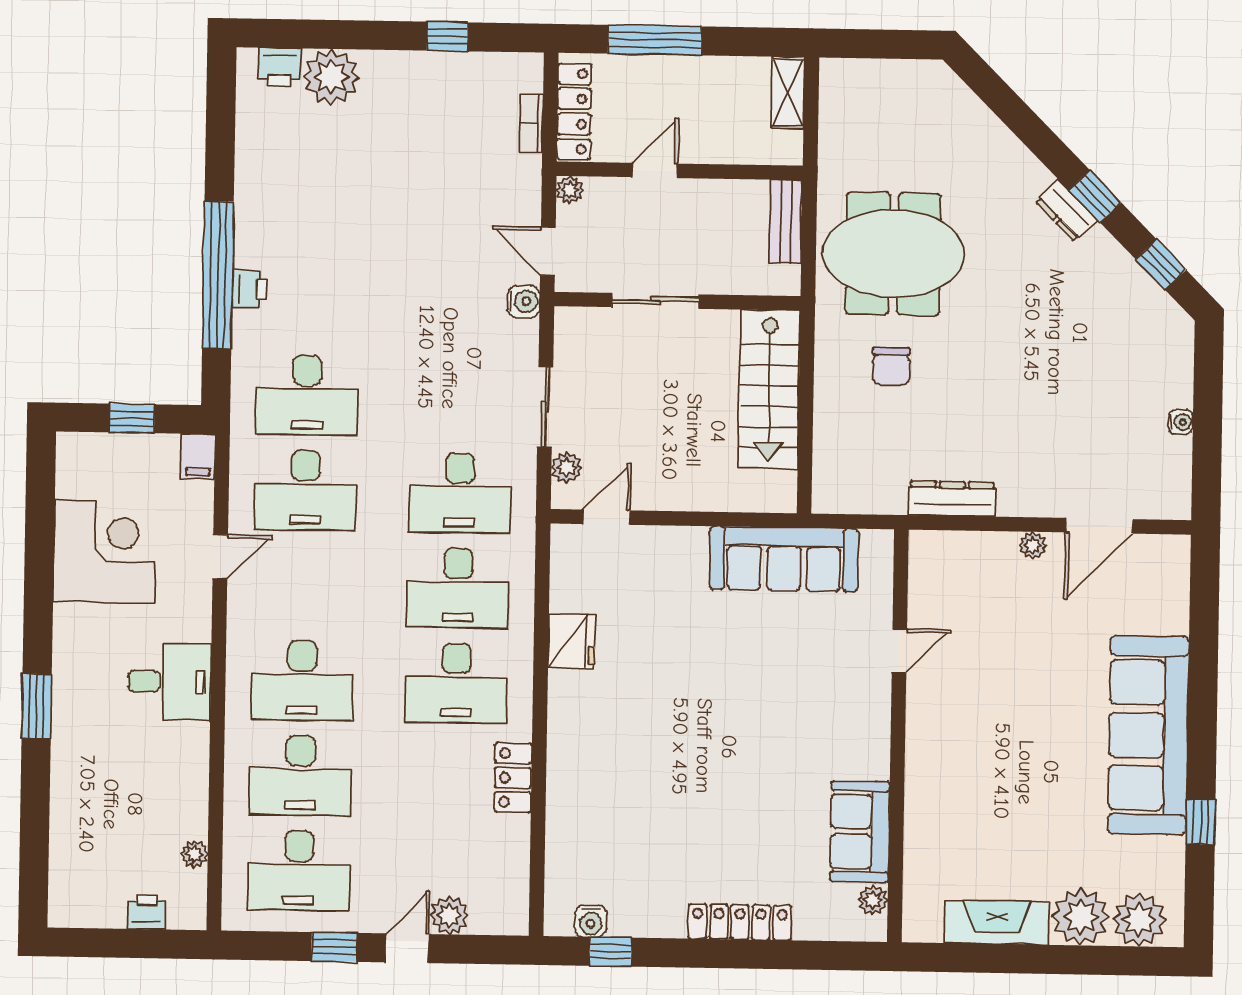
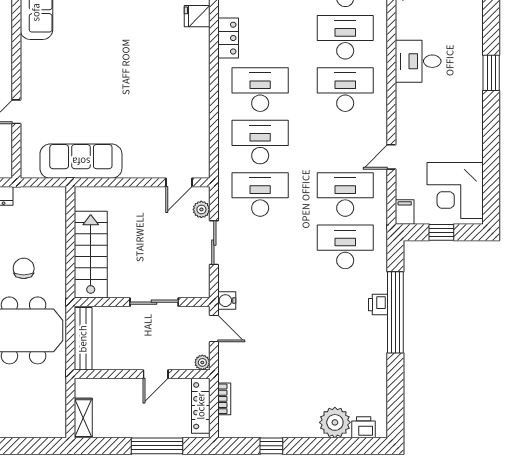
bench: (786, 222) -> (83, 339), width x1.36
corner desk: (105, 551) -> (455, 190), moved
fridge: (572, 641) -> (197, 16), moved, width x0.72
desk: (170, 682) -> (418, 61), moved

